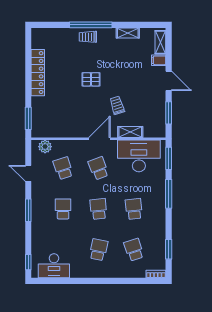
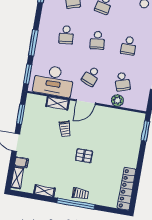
locker: (38, 73) -> (127, 189), moved
plant: (45, 147) -> (117, 101), moved
school desk: (98, 168) -> (91, 76), turned 42

